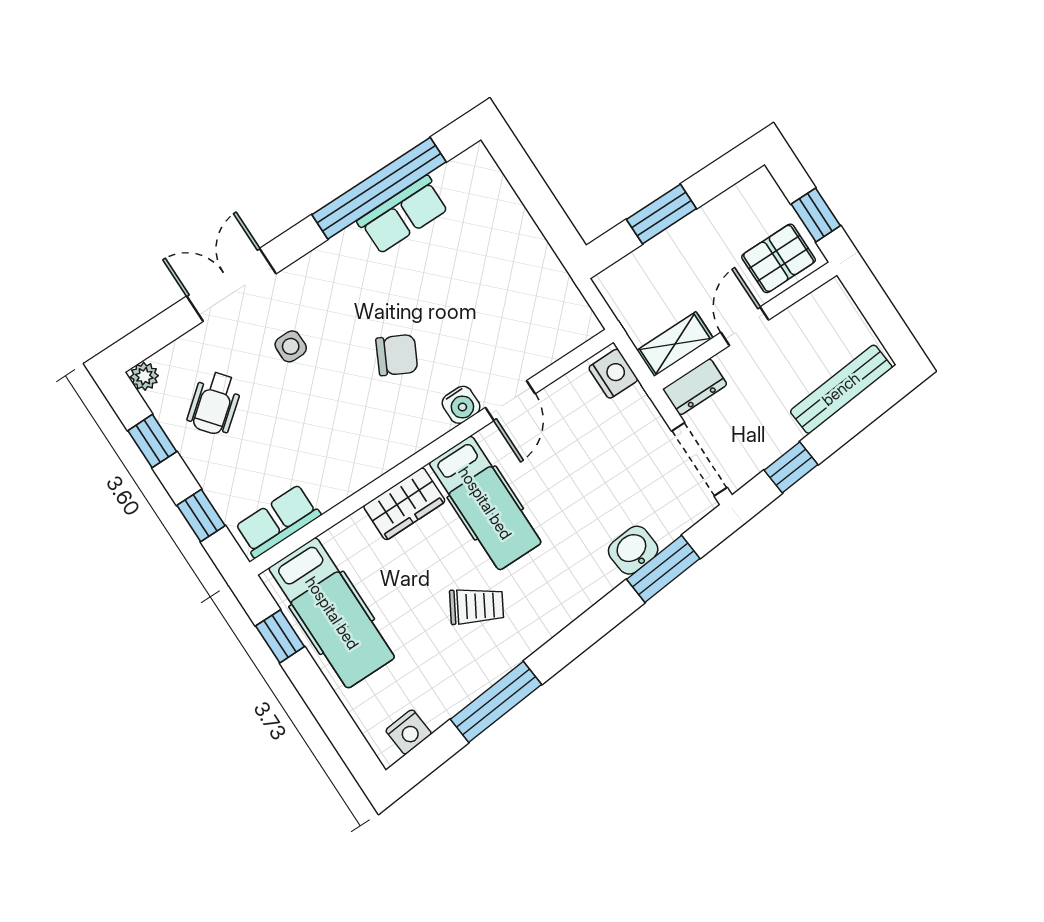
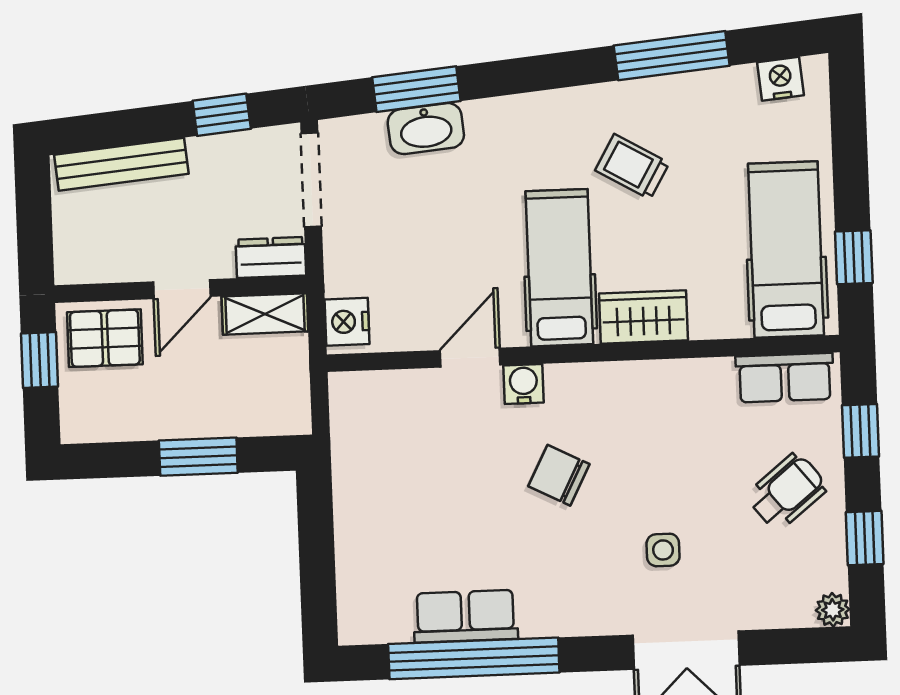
wheelchair: (214, 403) -> (787, 492), moved
washbasin: (633, 550) -> (426, 129), width x1.38

